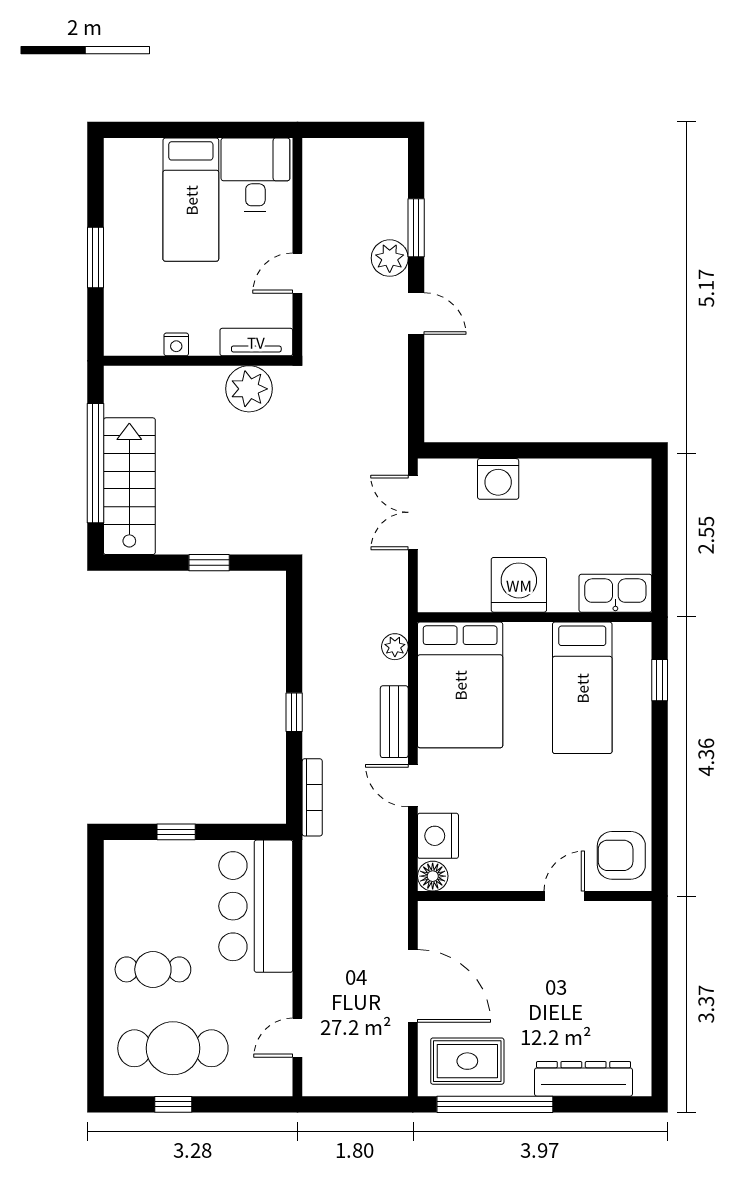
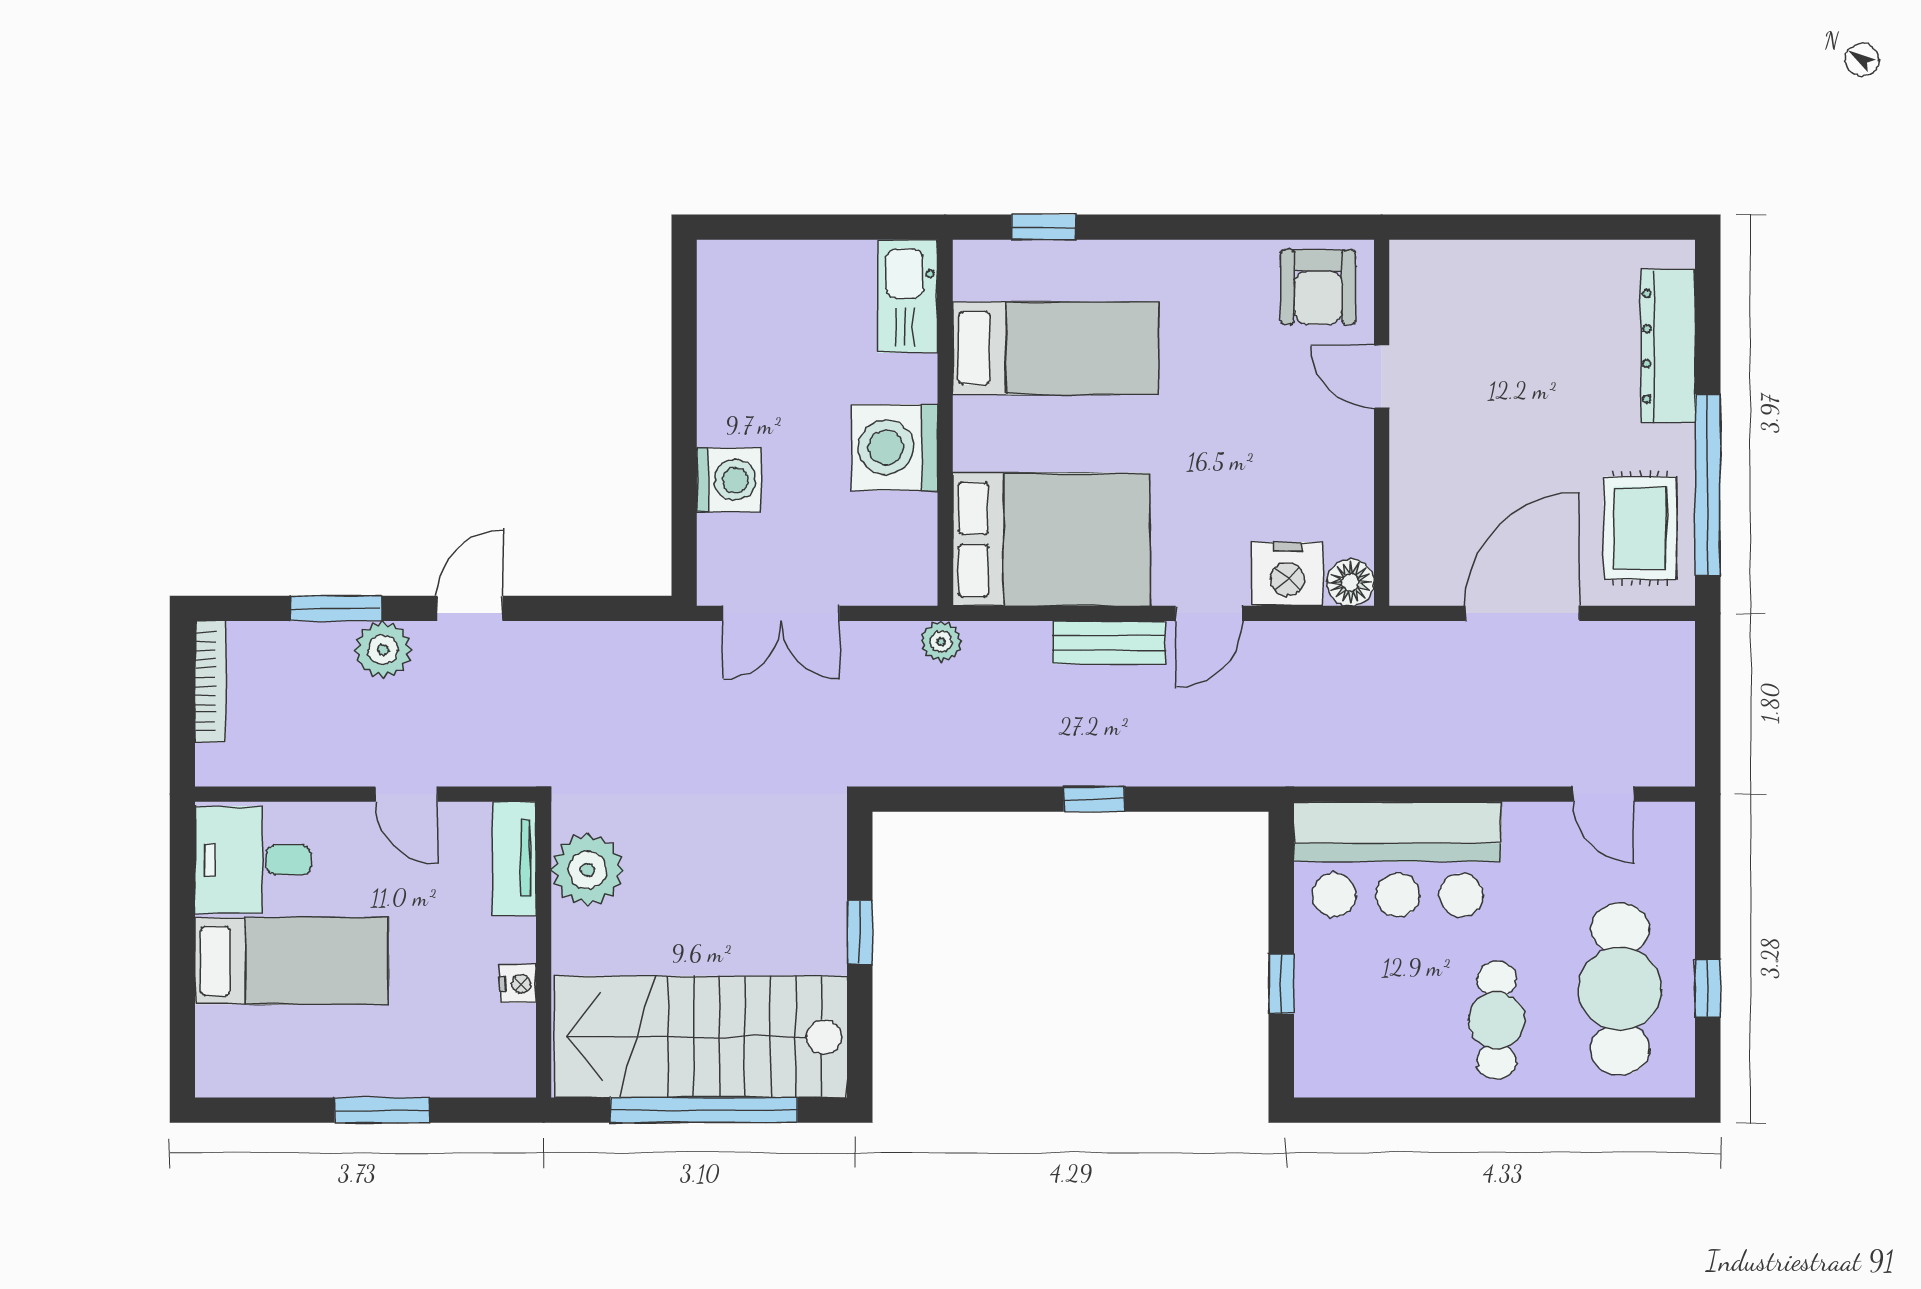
stairs: (129, 486) -> (701, 1037), width x1.36, depth x1.51
plant: (395, 647) -> (941, 642), moved
bookcase: (312, 797) -> (210, 682), moved, turned 90

